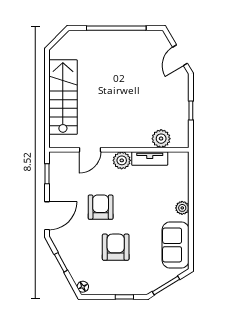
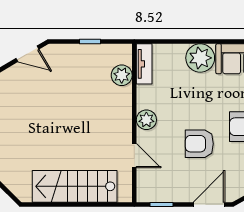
tv unit: (150, 158) -> (144, 64), moved
plant: (182, 208) -> (200, 58), width x1.87, depth x1.87
door: (47, 216) -> (209, 204), hinge flipped

